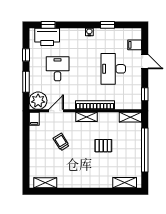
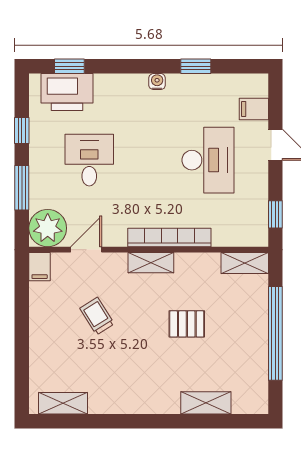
desk: (113, 69) -> (208, 160), turned 180
shelving: (125, 183) -> (206, 403), moved

